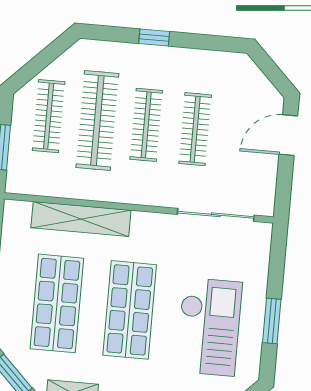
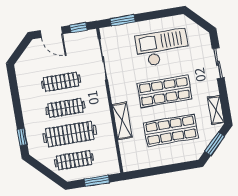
window: (154, 38) -> (22, 137), moved
window: (284, 186) -> (79, 28), added
shelving: (81, 219) -> (122, 121), width x0.68
window: (272, 321) -> (123, 20), moved

